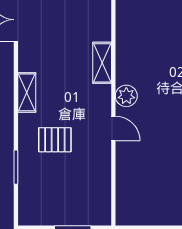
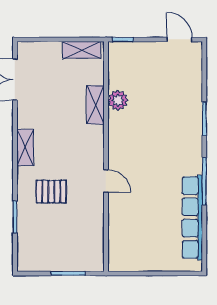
shelving: (102, 63) -> (95, 105), moved
plant: (126, 96) -> (118, 100), moved

